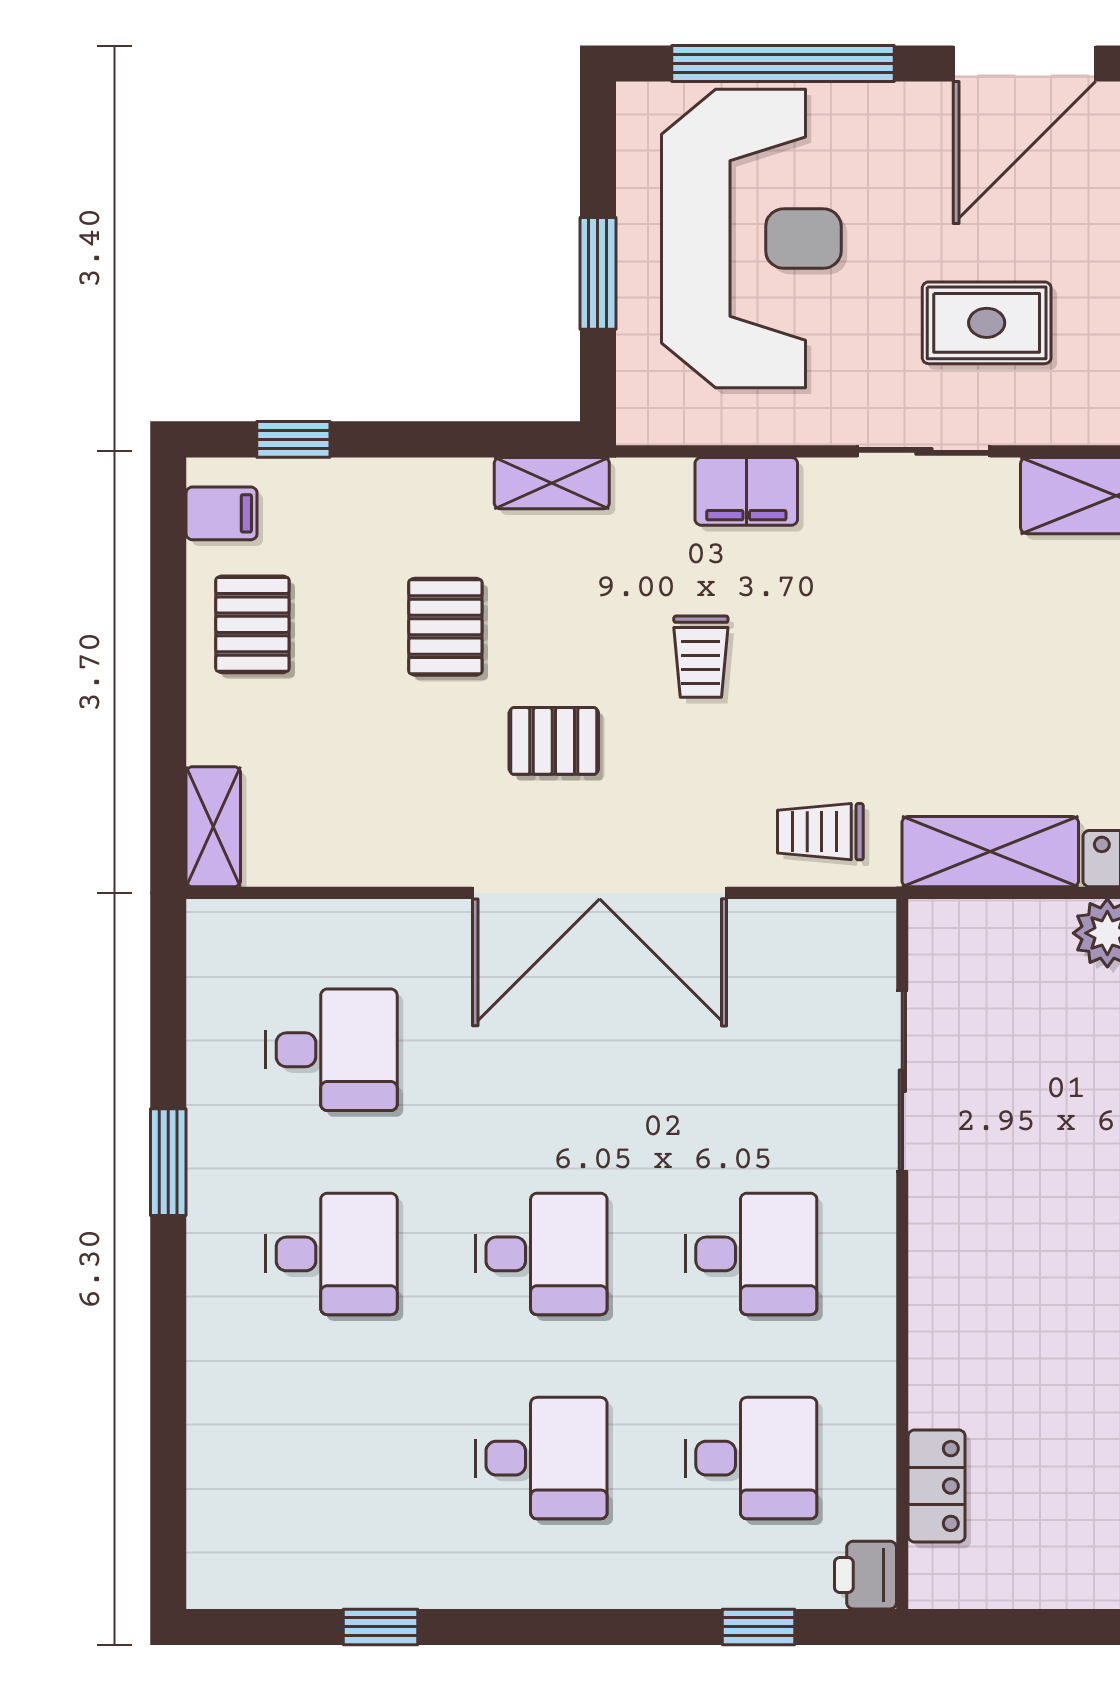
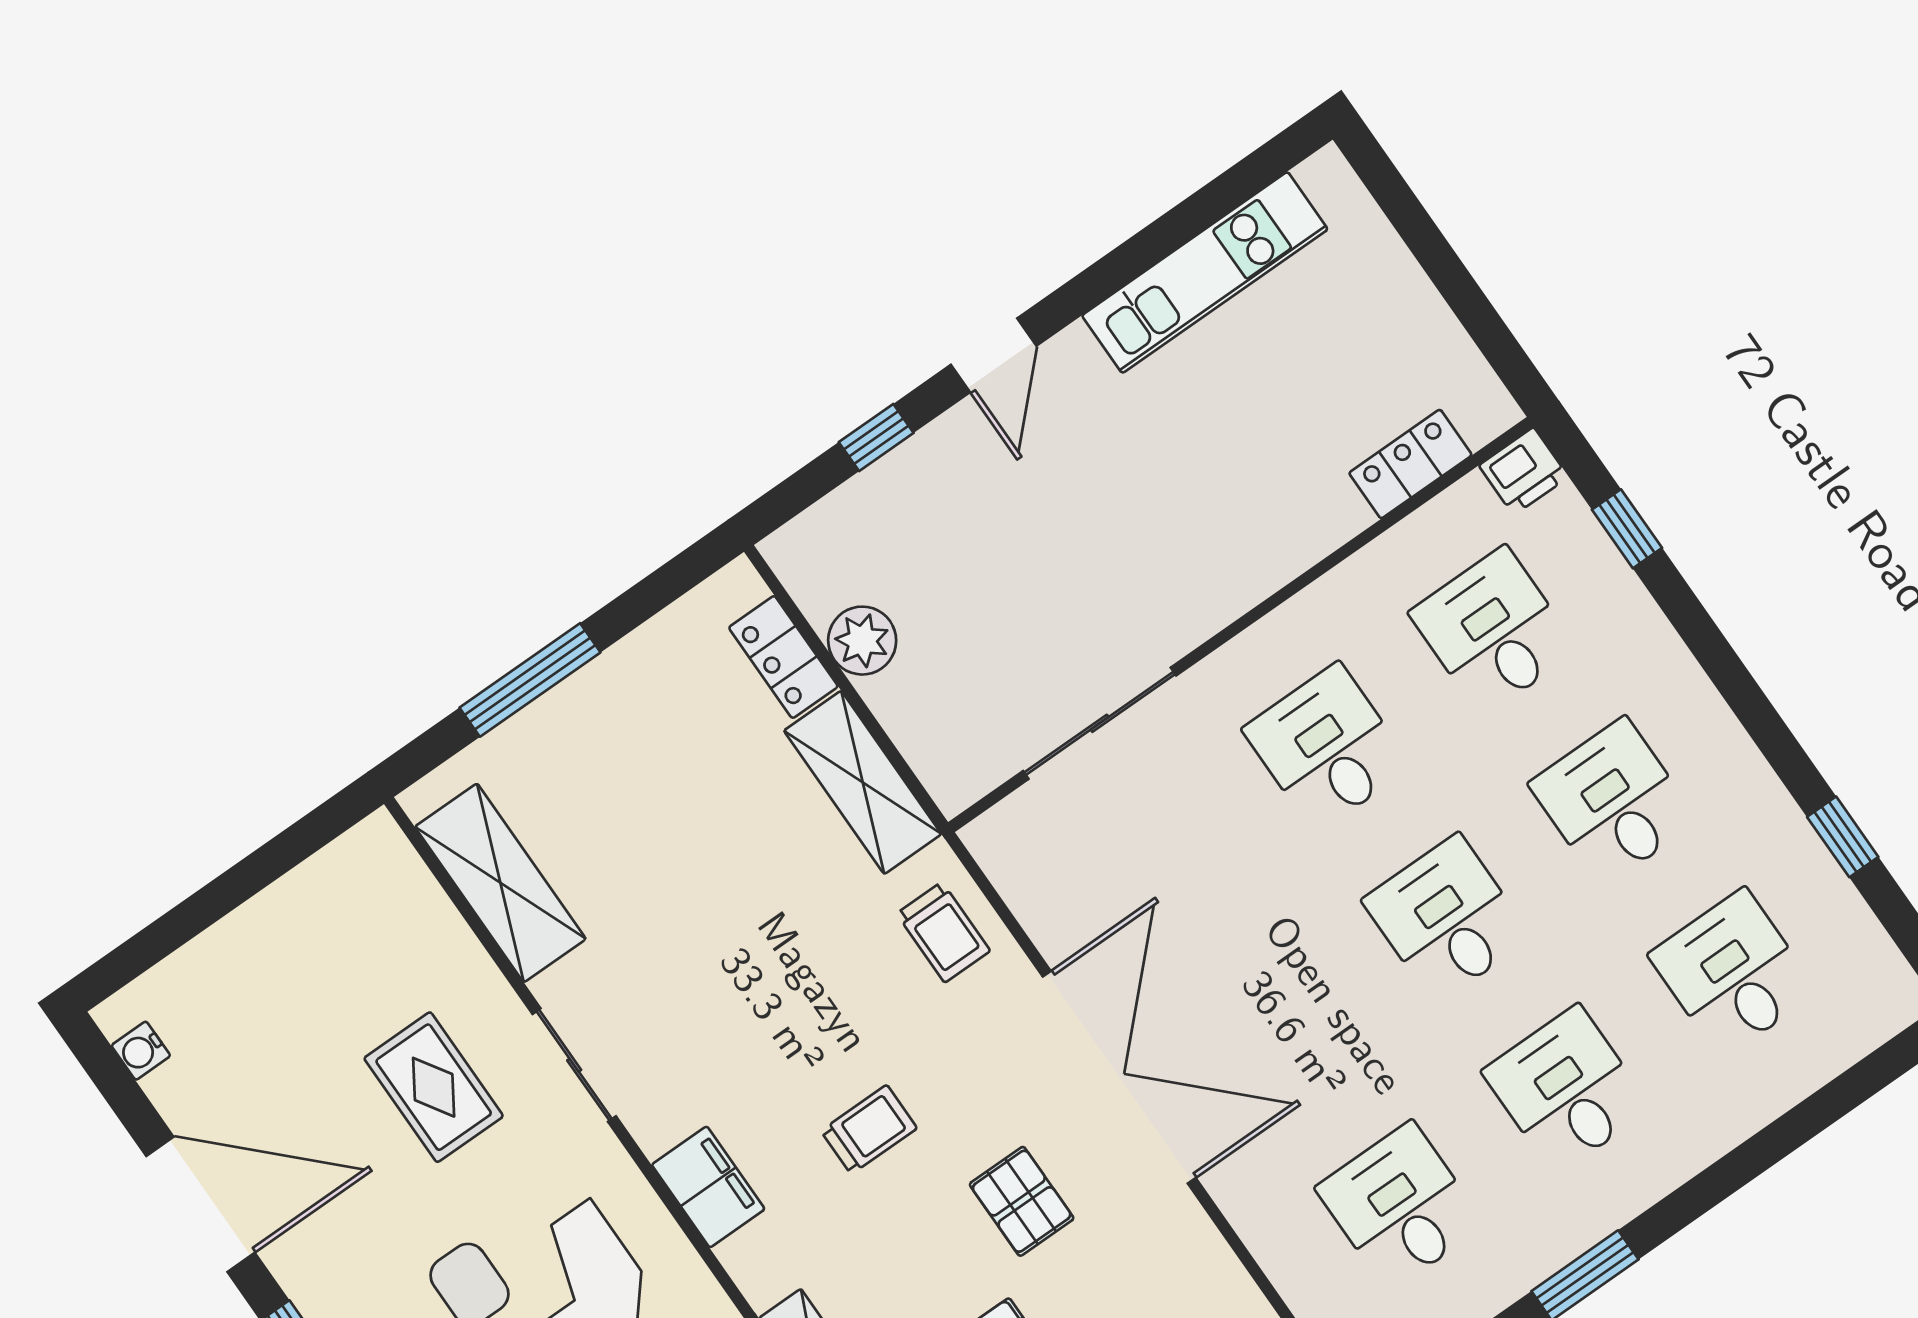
desk: (331, 1458) -> (1733, 973), added

